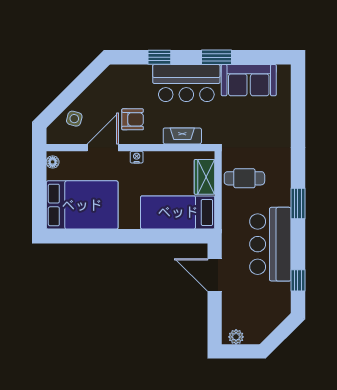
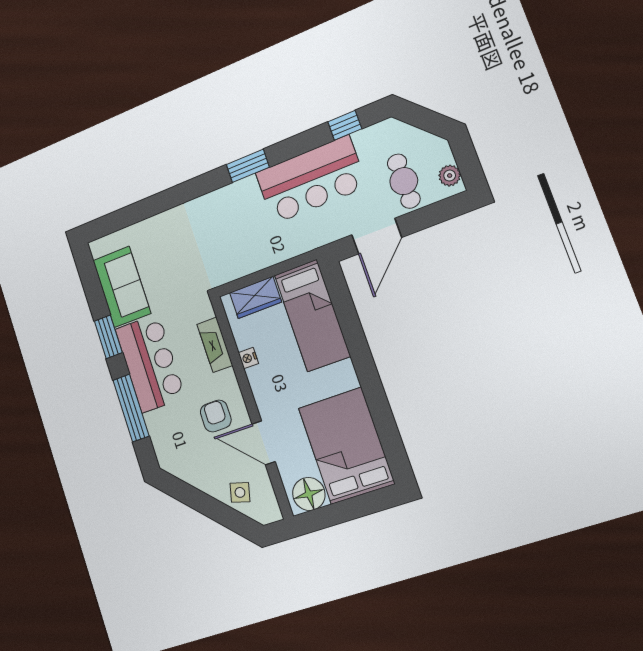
window: (159, 57) -> (131, 408), width x2.17
nightstand: (137, 157) -> (248, 358), moved
floor lamp: (53, 162) -> (309, 494), width x1.89, depth x1.89
cafe table: (244, 178) -> (404, 181), moved

